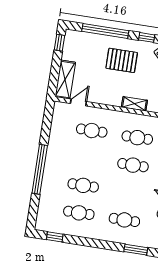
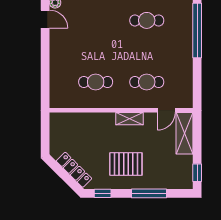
window: (105, 31) -> (149, 193), width x0.68
shelving: (134, 104) -> (129, 119), moved
cafe table: (133, 165) -> (96, 51), removed

